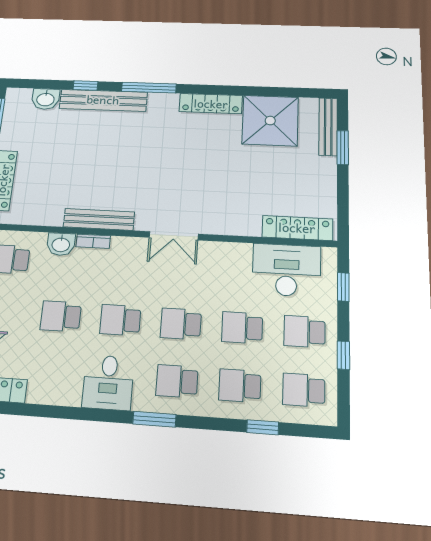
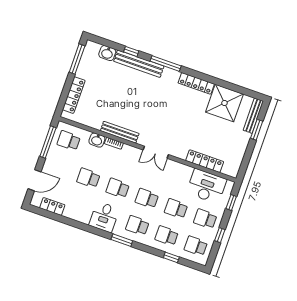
locker: (297, 228) -> (205, 161), moved

